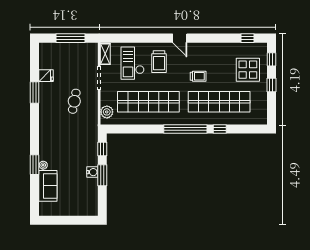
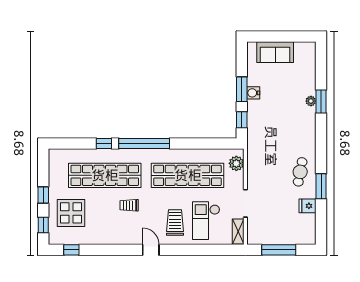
checkout: (133, 63) -> (206, 221), turned 180
cafe table: (74, 101) -> (300, 172), moved
sofa: (48, 186) -> (275, 52), moved, turned -90

